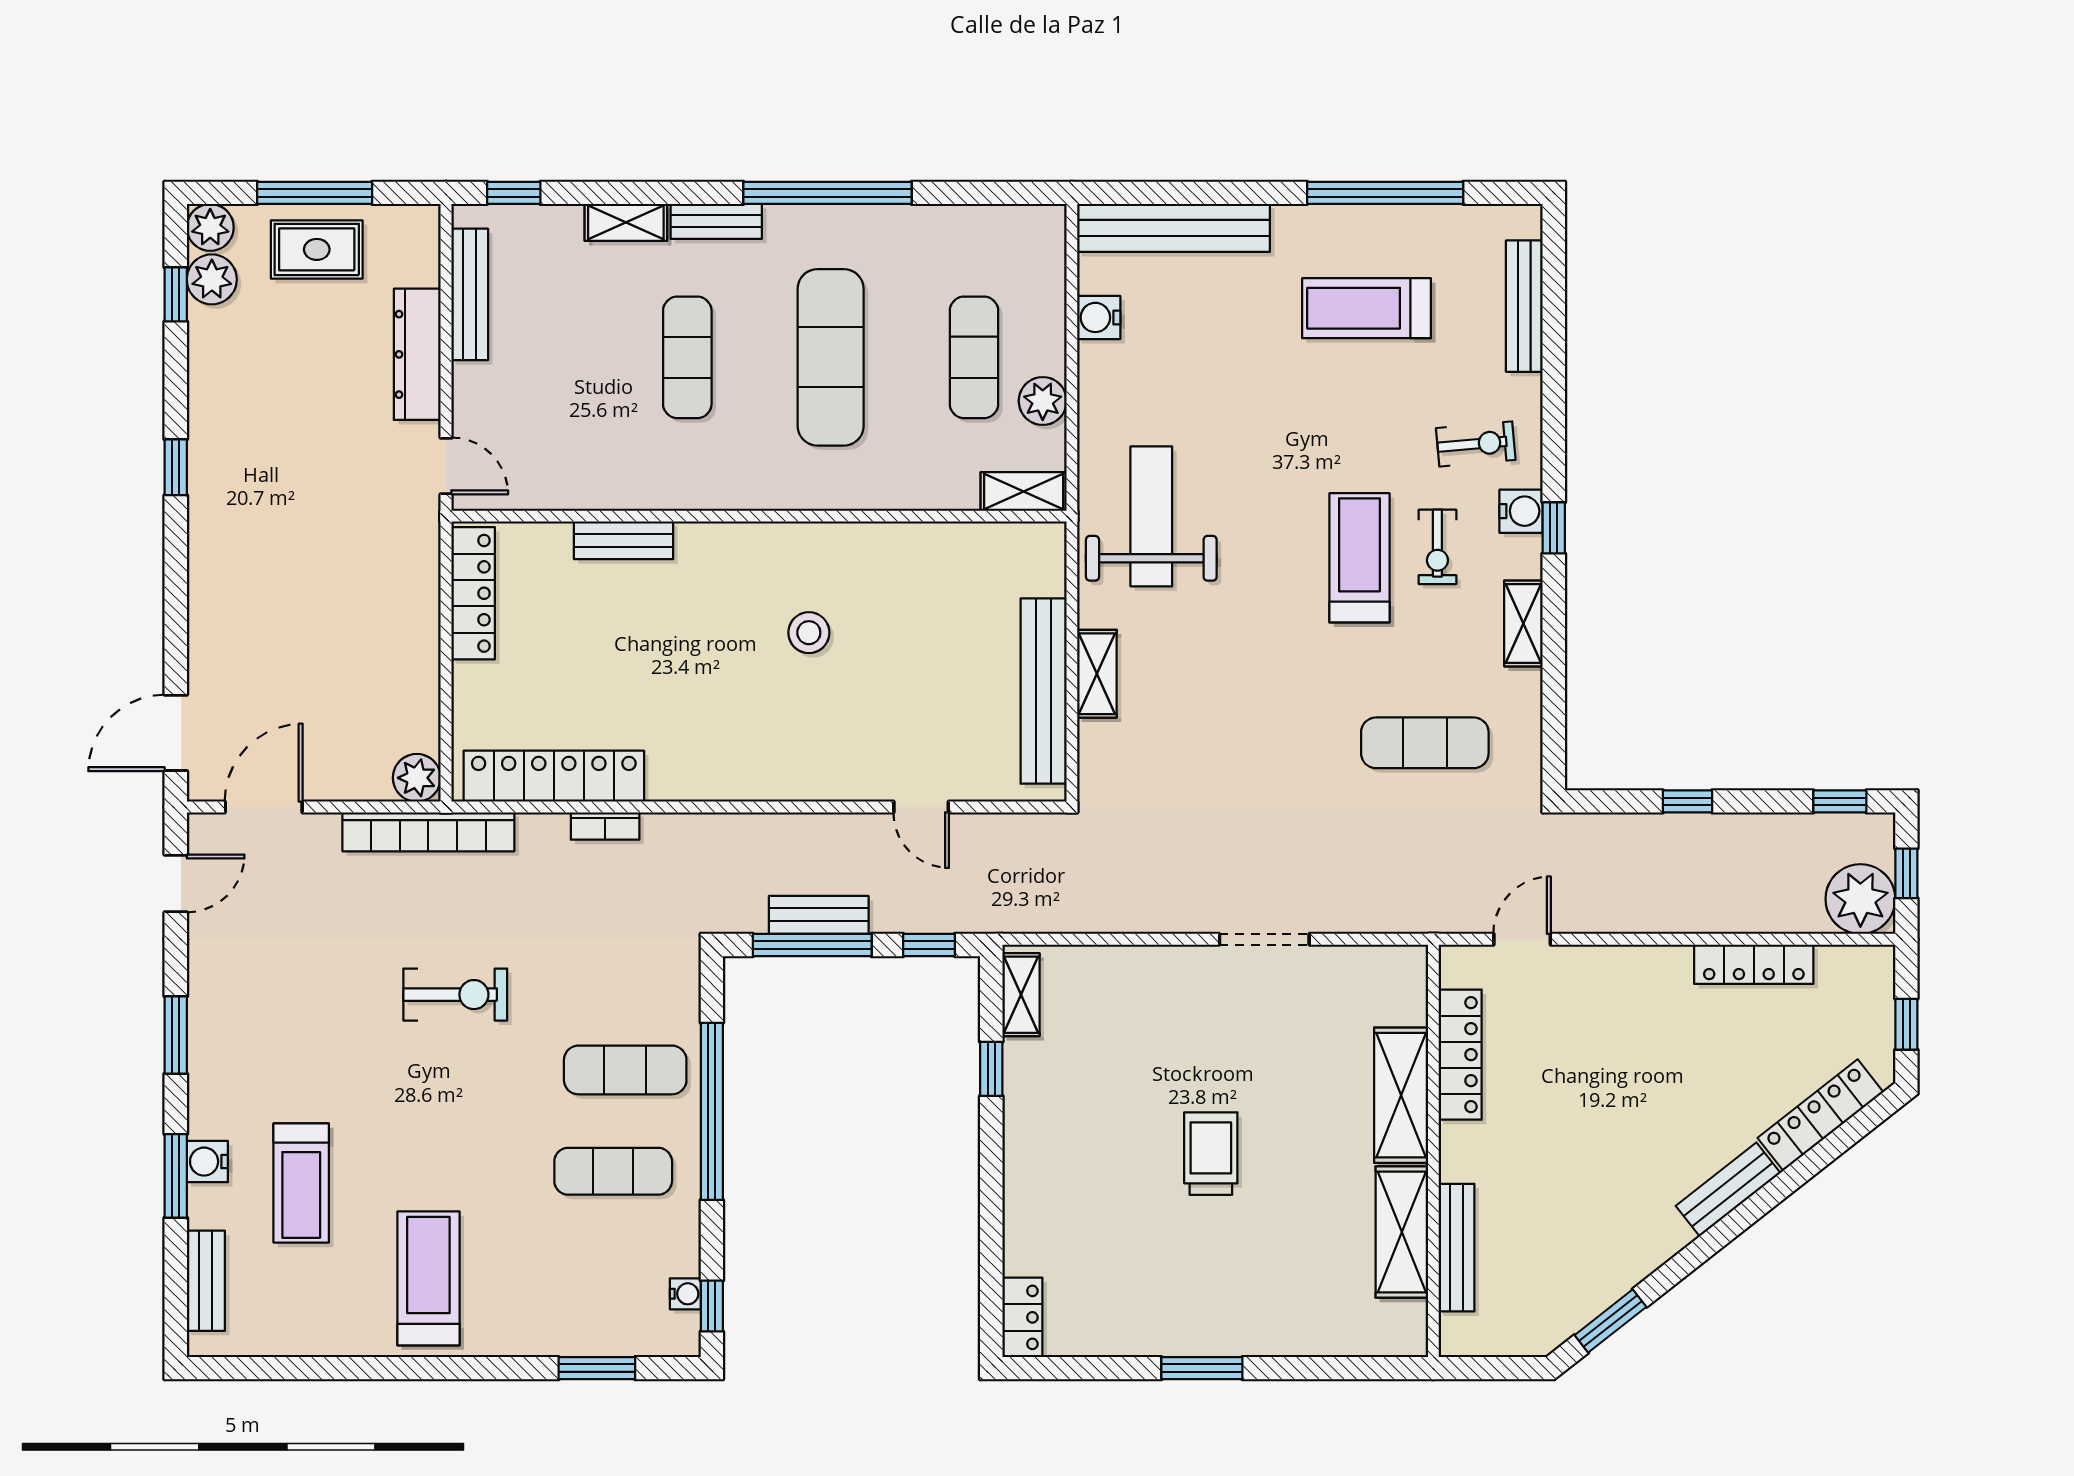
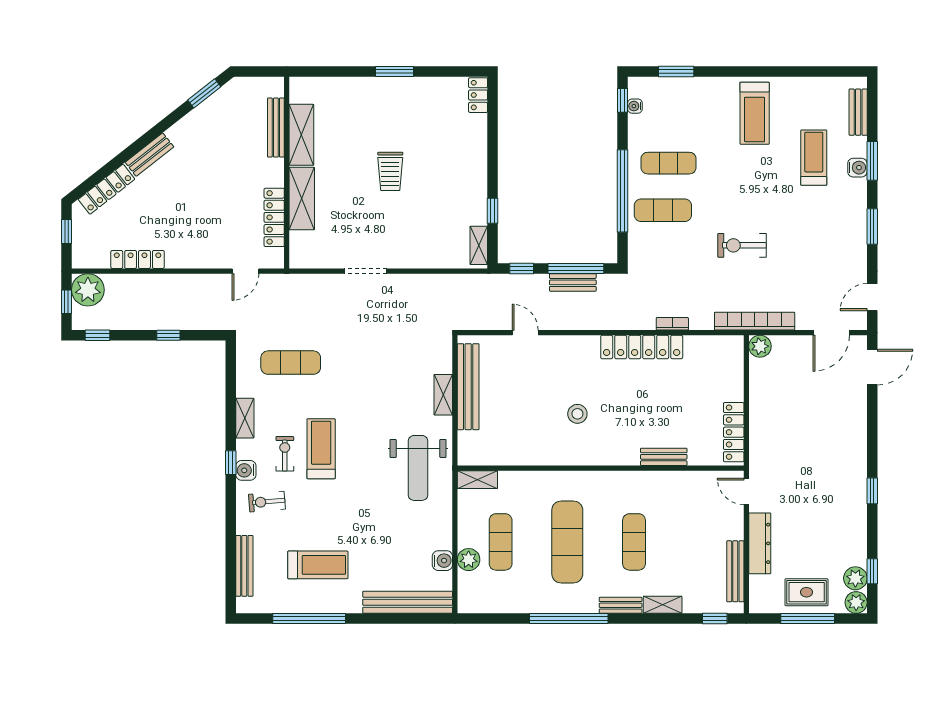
plant: (1043, 401) -> (469, 560), moved
treadmill: (1360, 558) -> (321, 449), turned 180
locker: (554, 776) -> (642, 347), moved

